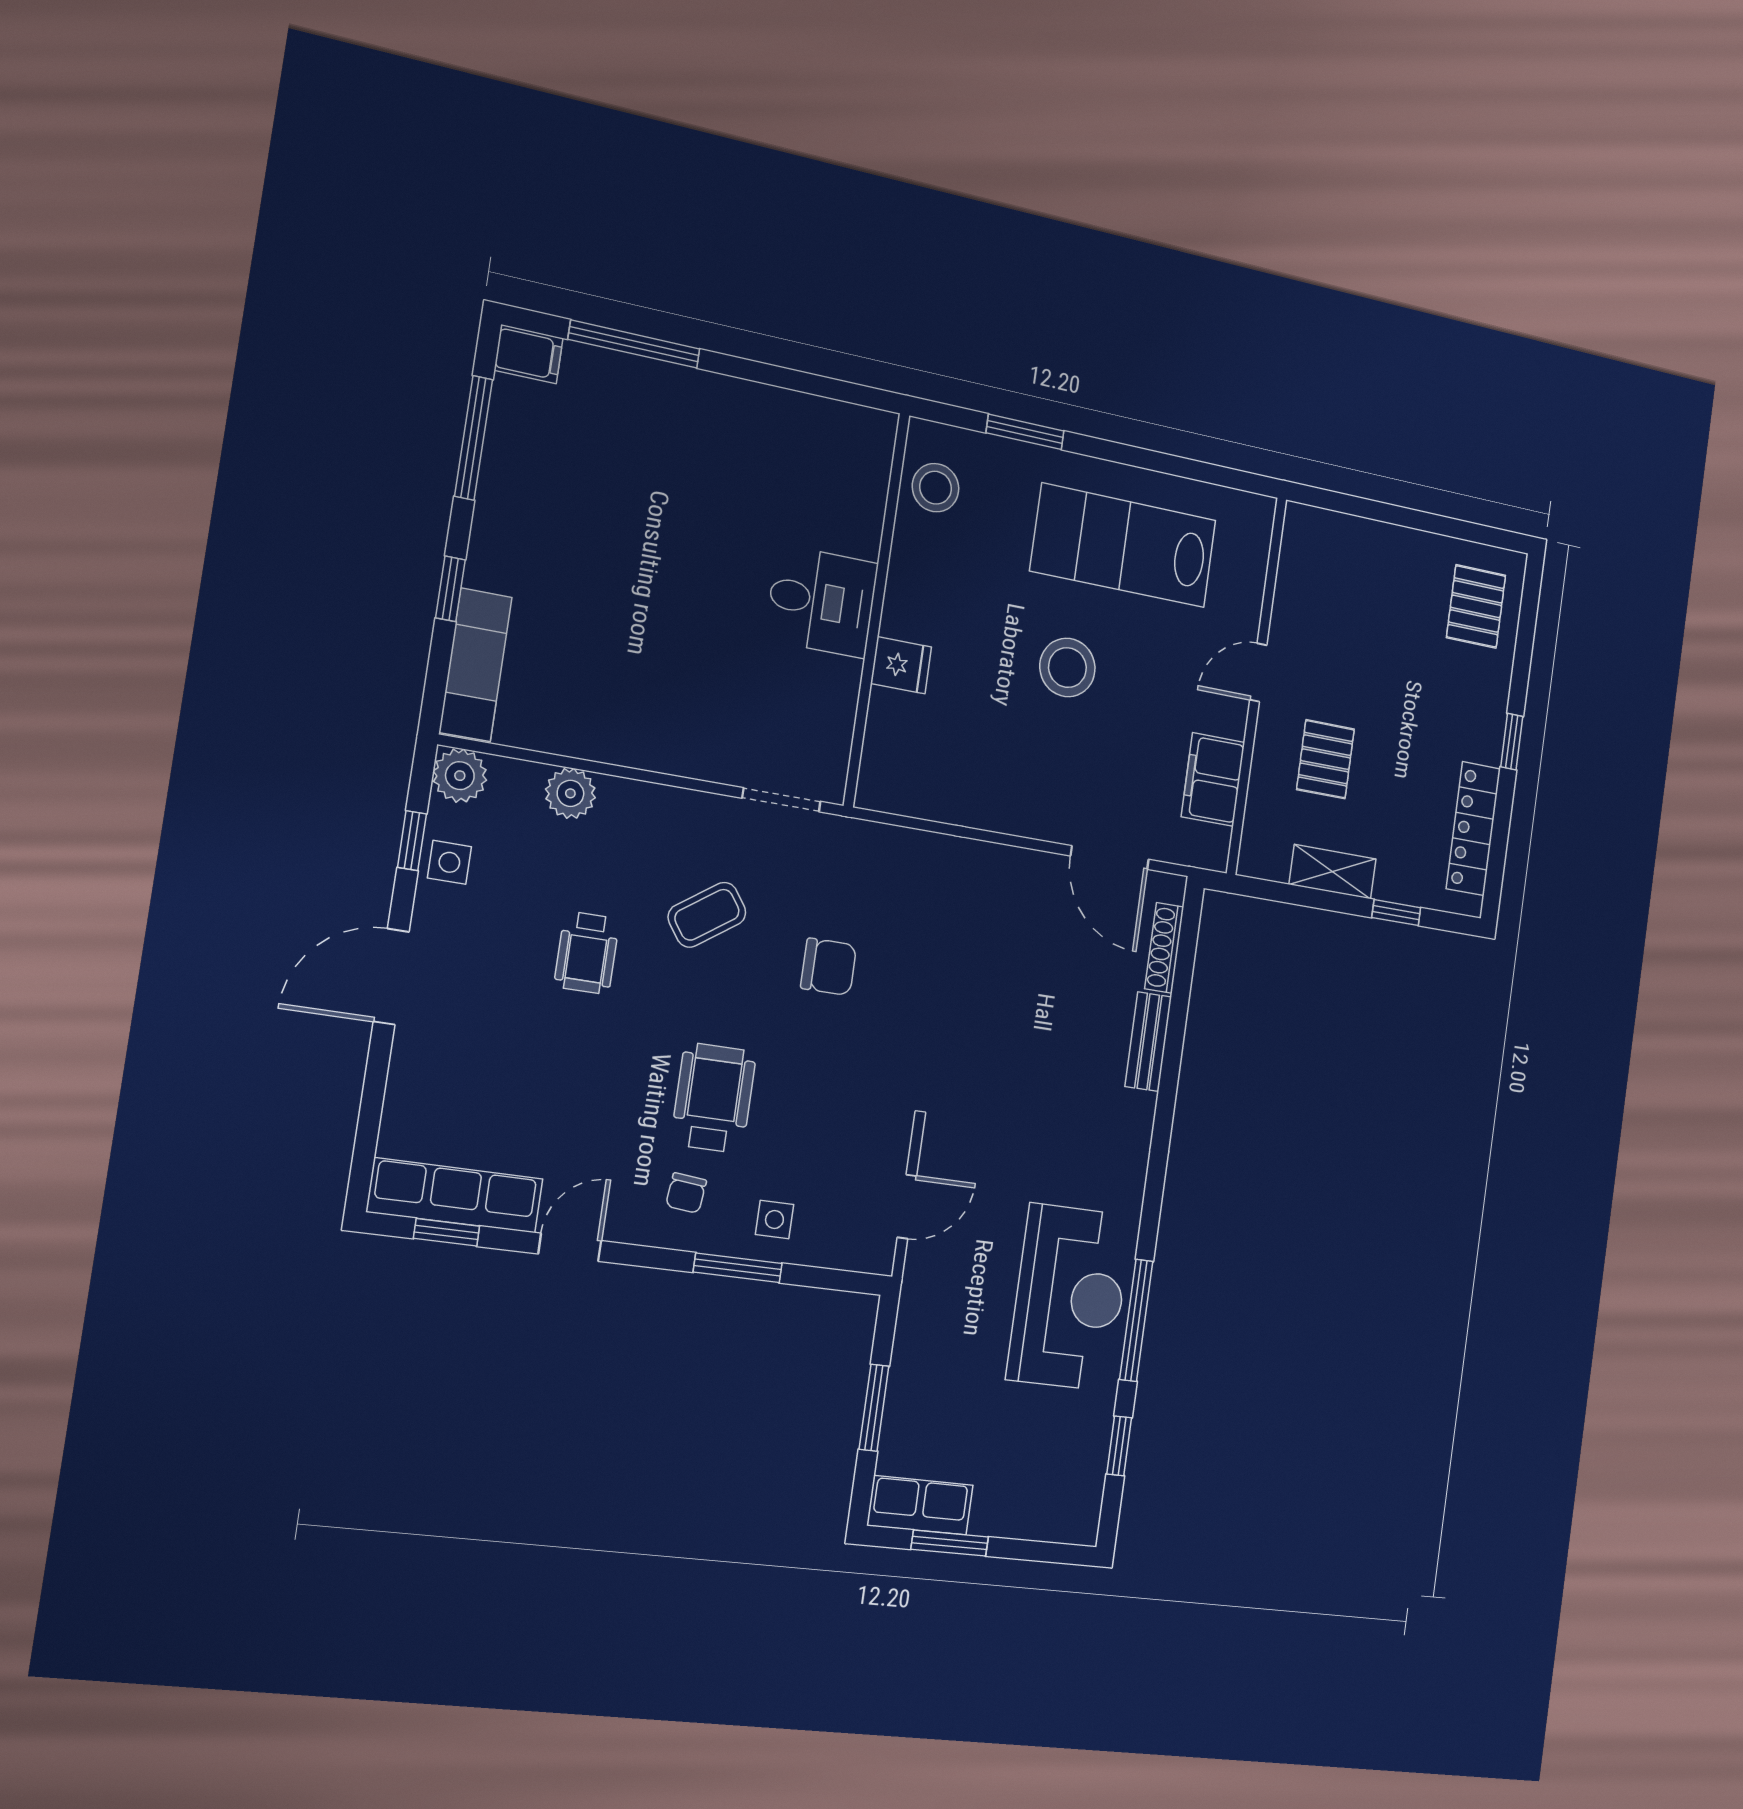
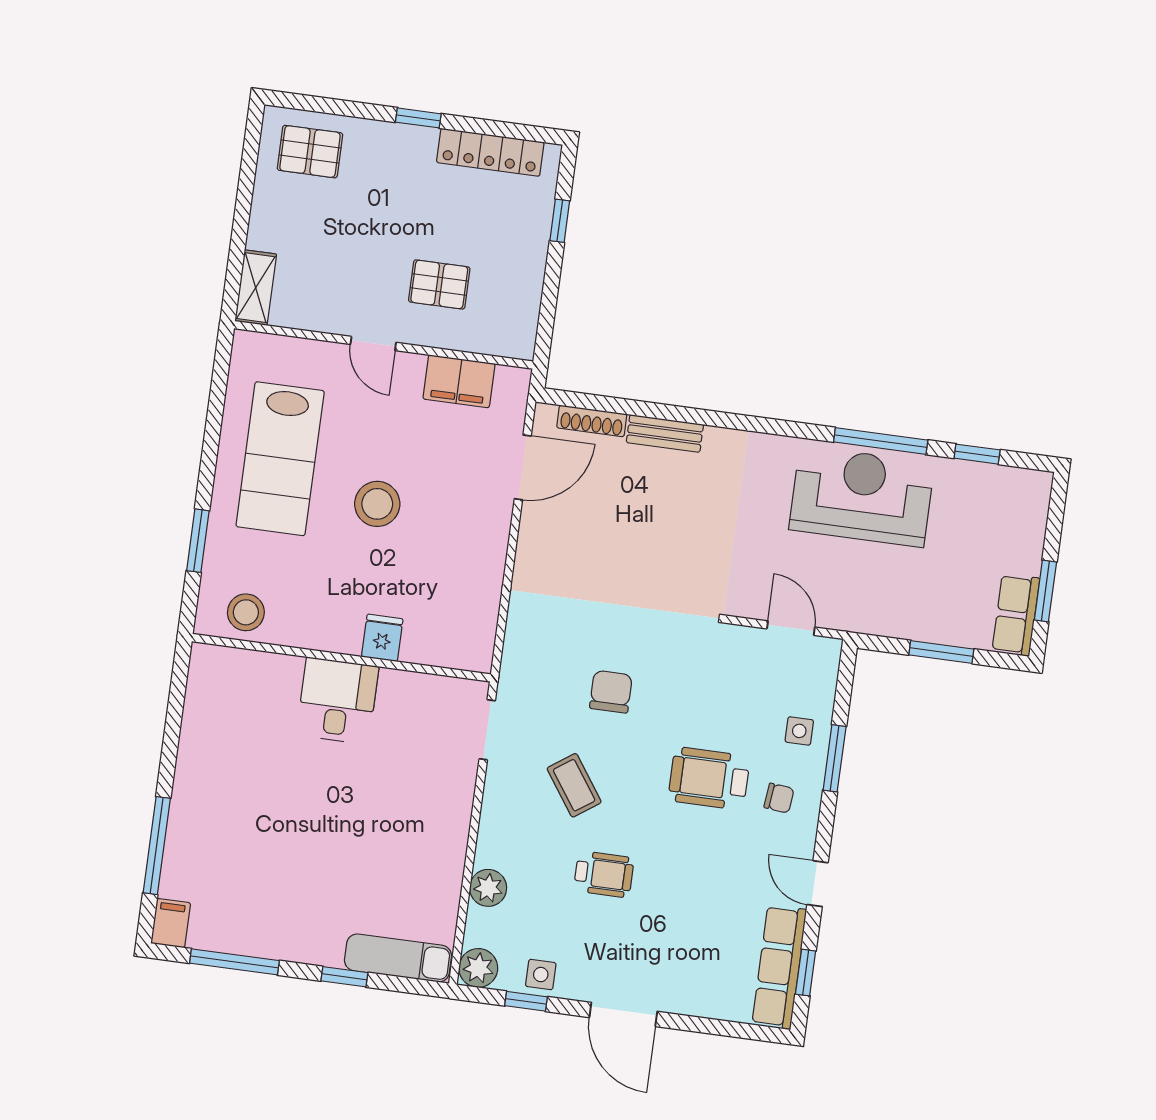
shelving: (1333, 872) -> (256, 288), moved

